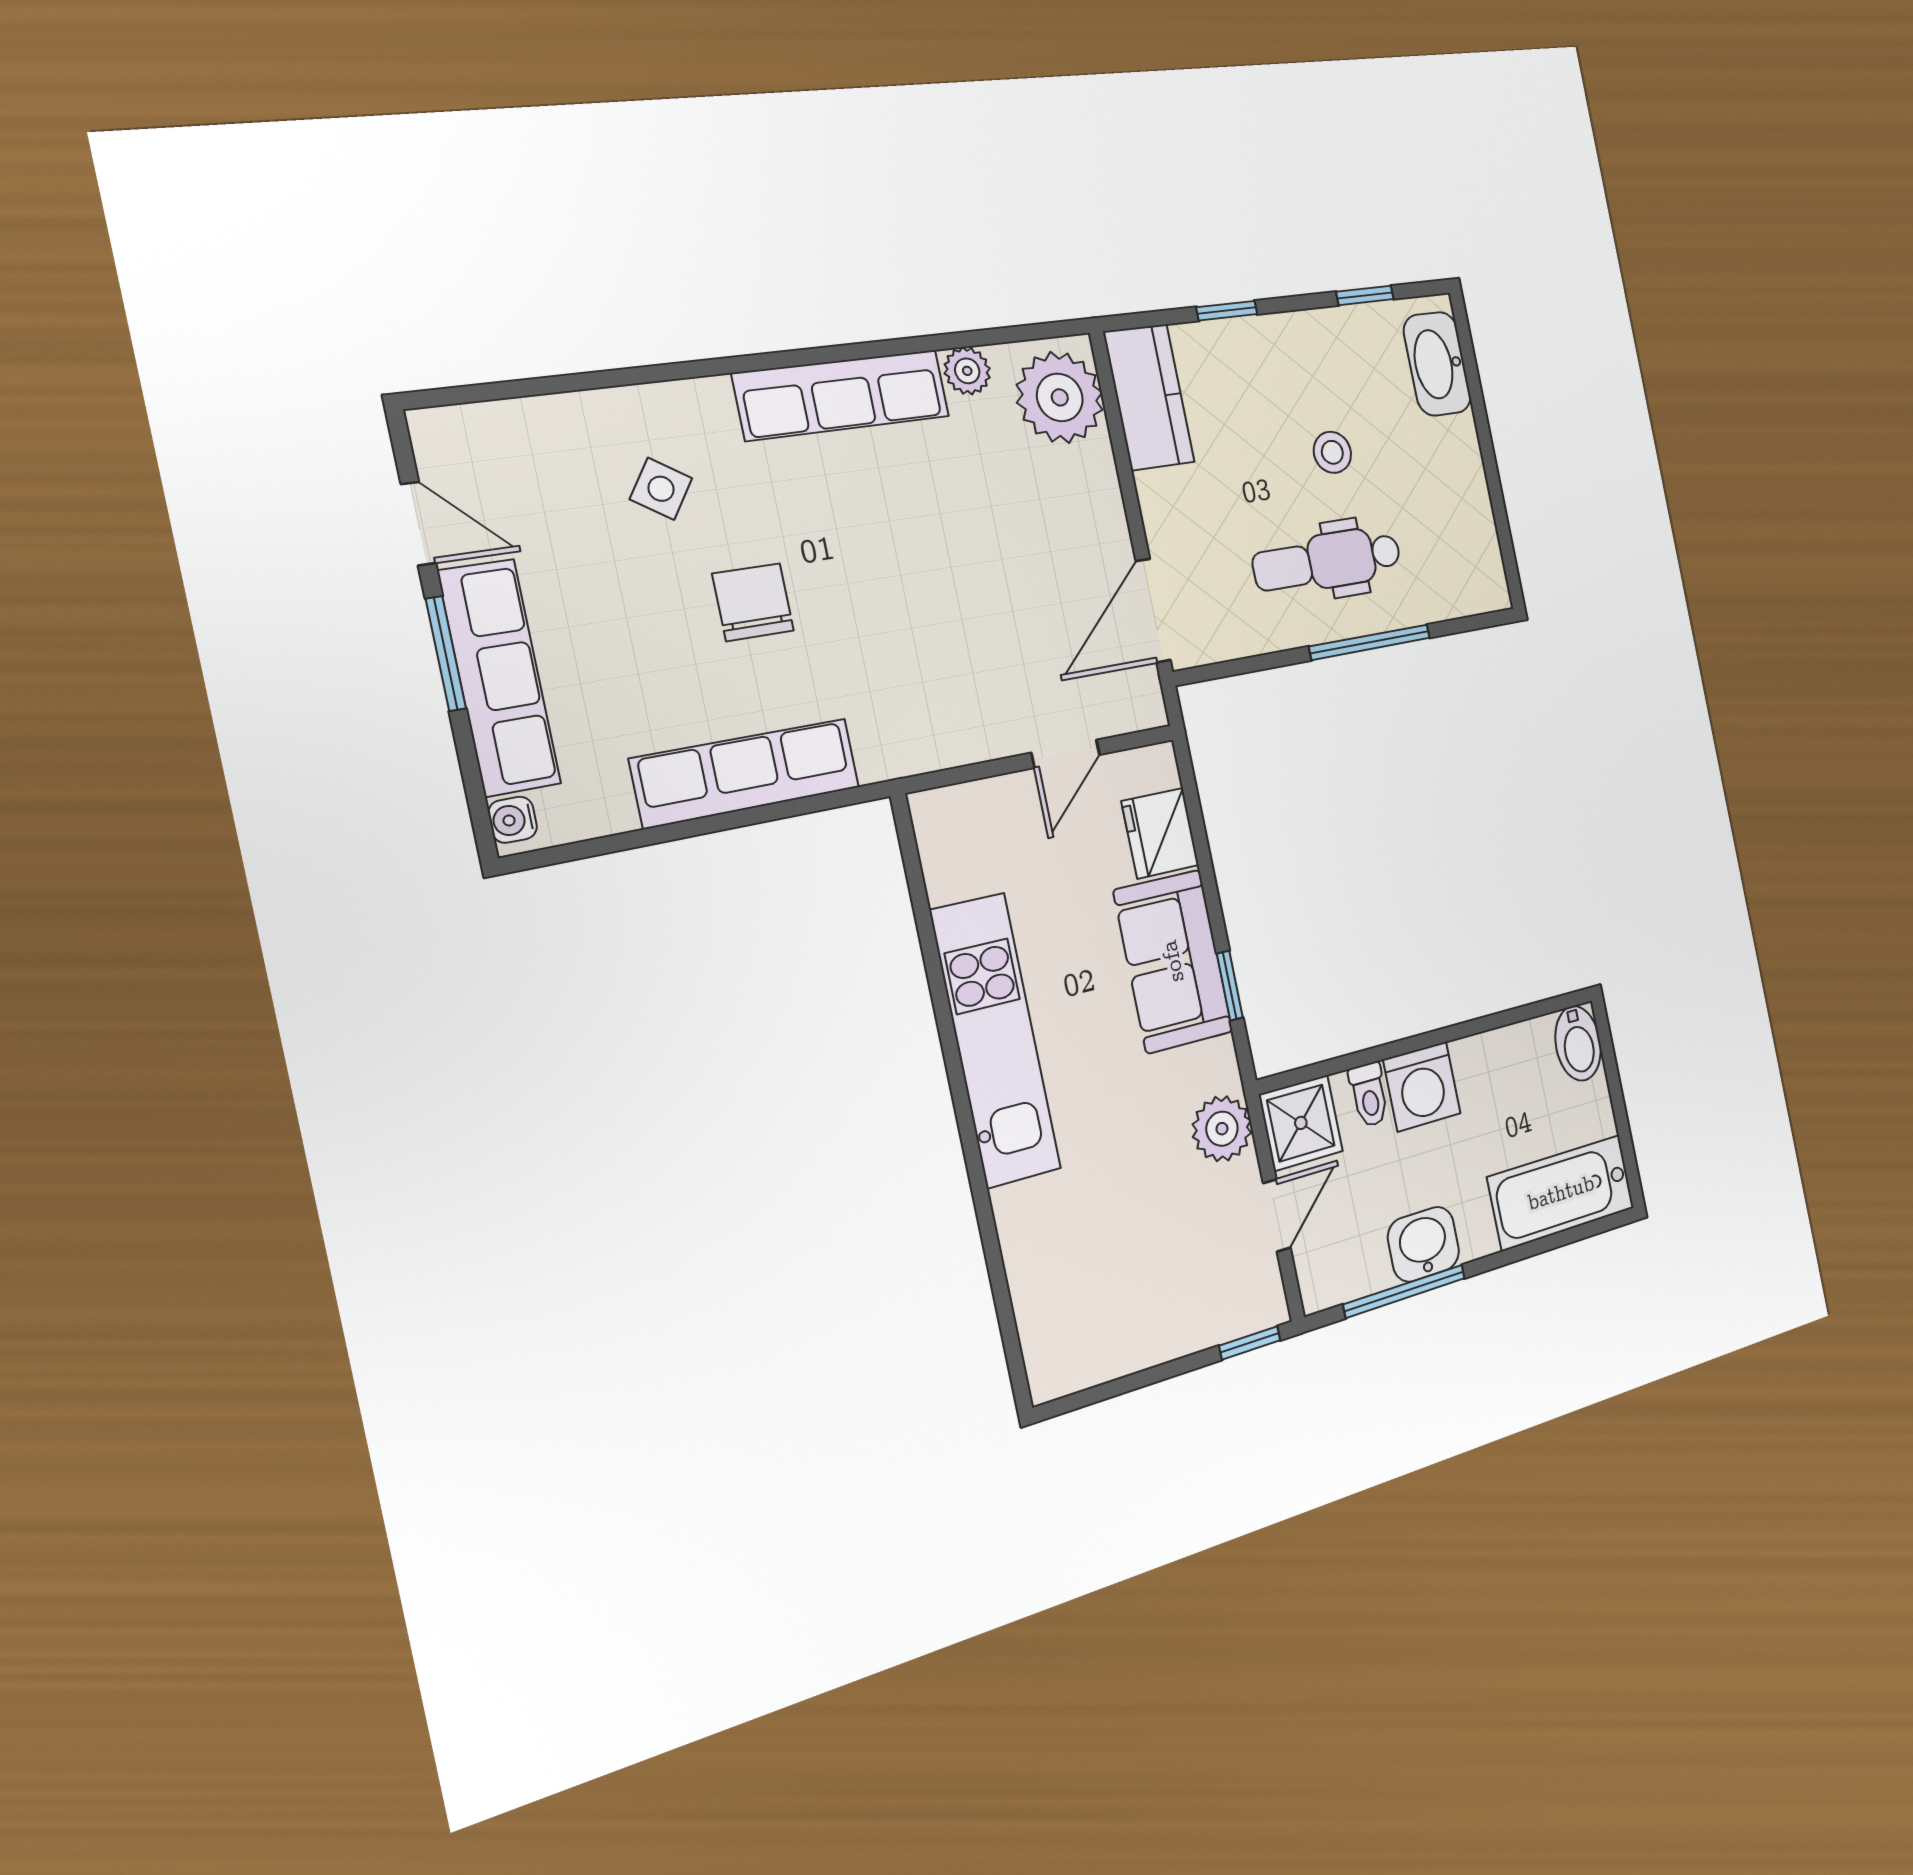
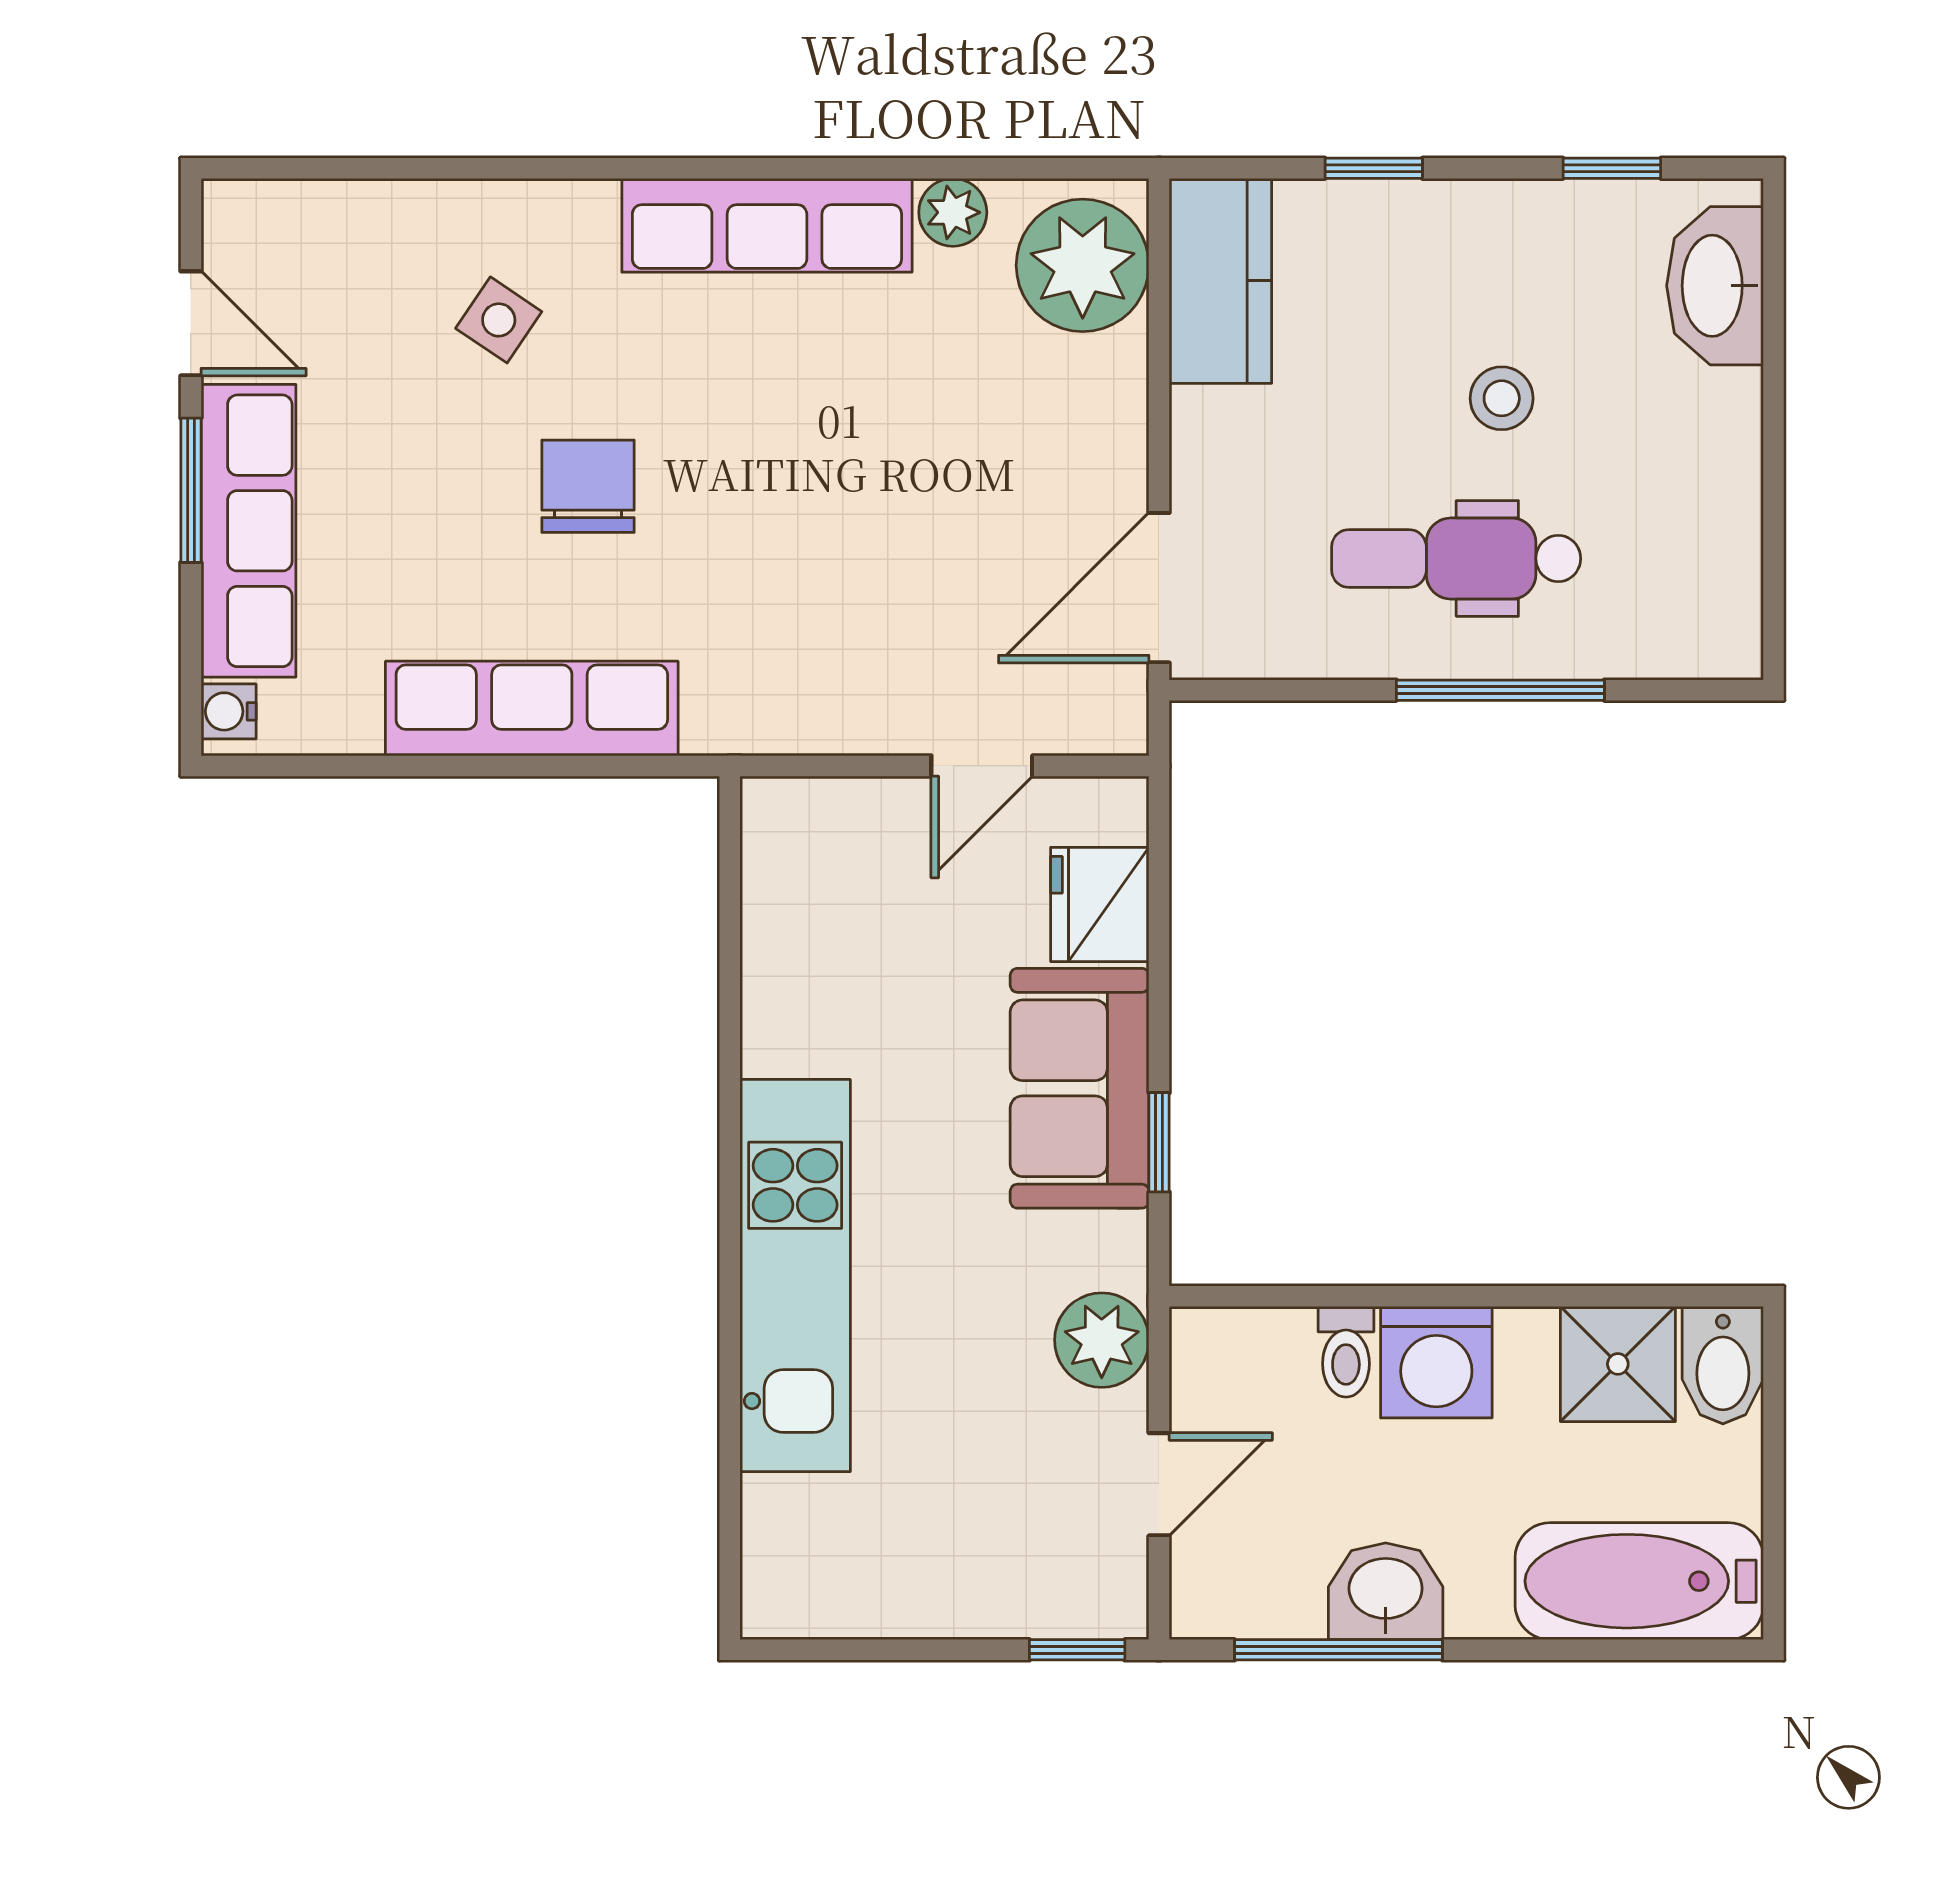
kitchen unit: (995, 1040) -> (795, 1276), moved
shower: (1301, 1123) -> (1618, 1364), moved

